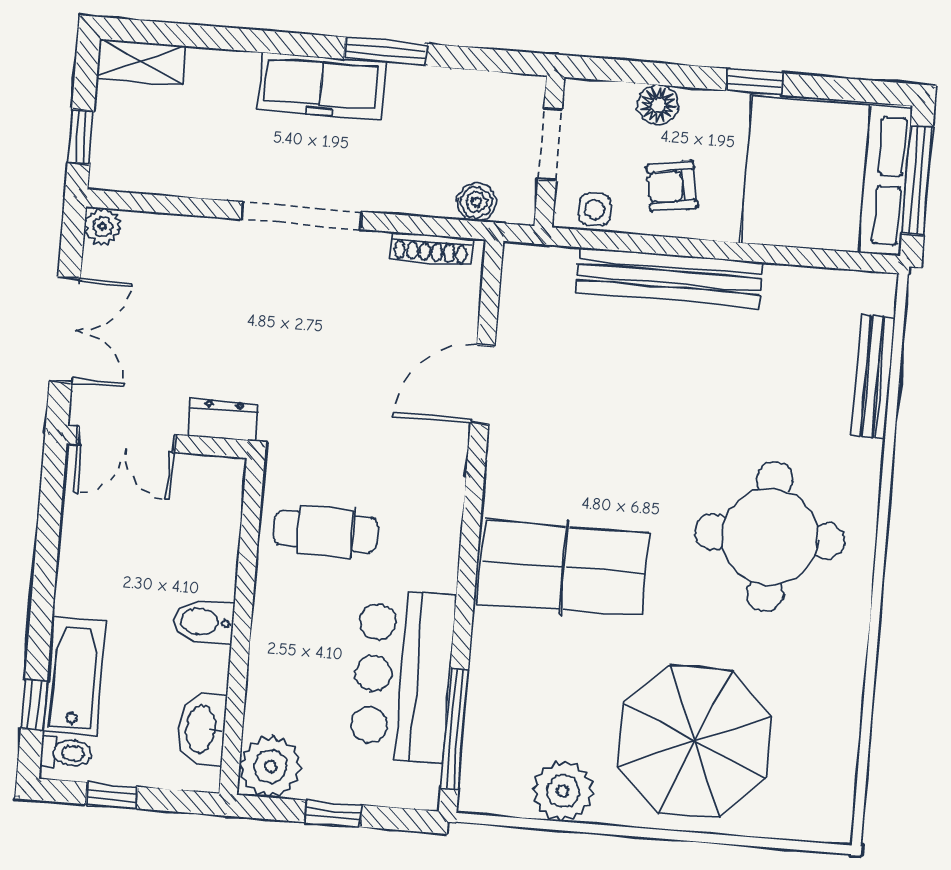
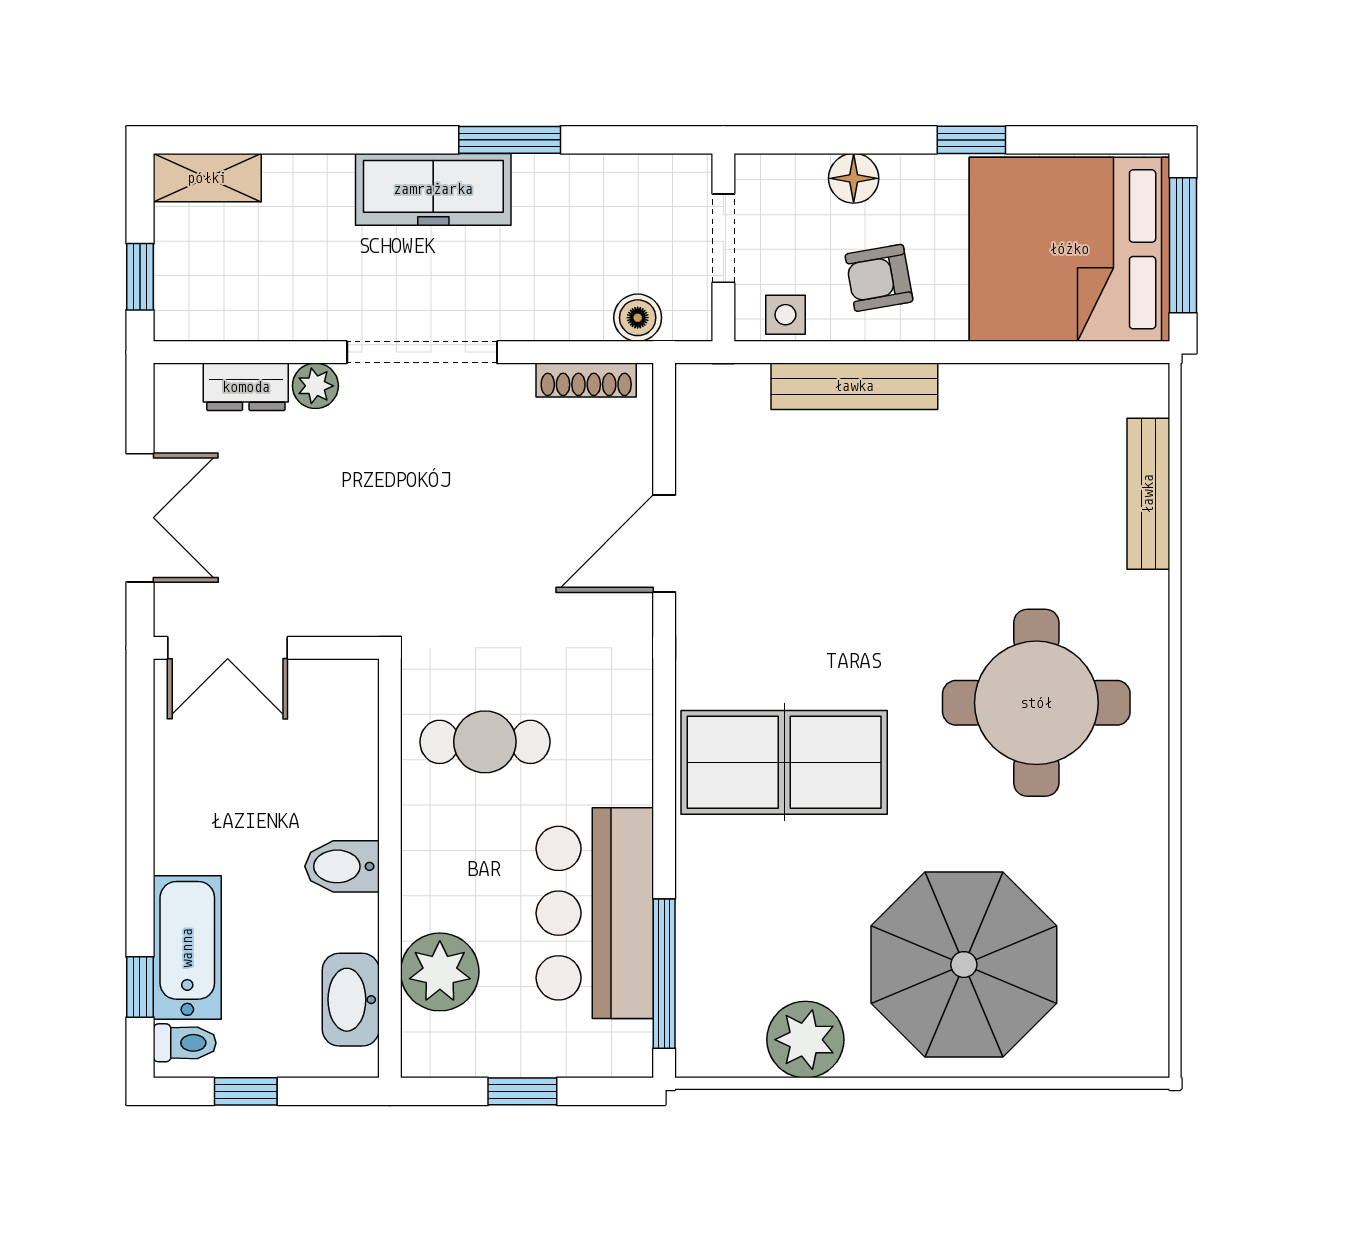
plant: (103, 226) -> (315, 386), moved
bench: (669, 277) -> (854, 386), width x0.73, depth x0.82
dresser: (223, 420) -> (246, 387), moved, turned 180
plant: (270, 766) -> (440, 972), moved

